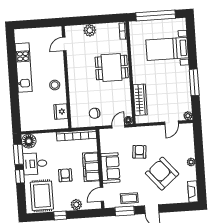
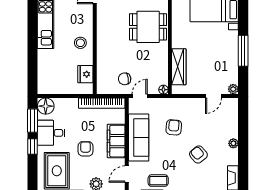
door: (118, 126) -> (140, 96), moved
sofa: (110, 168) -> (139, 138), width x1.36
armchair: (162, 174) -> (198, 154), width x0.53, depth x0.53

